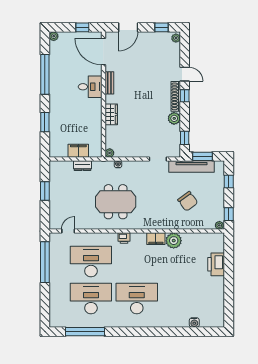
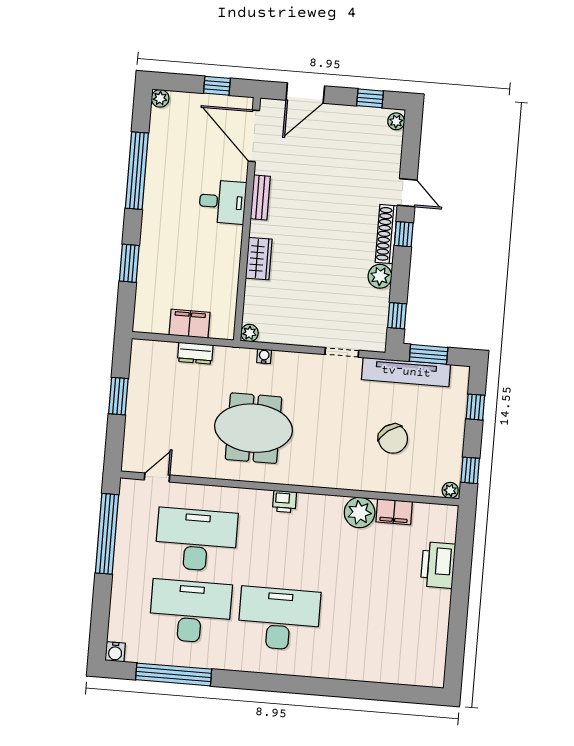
printer: (124, 238) -> (284, 502), moved
filing cabinet: (156, 239) -> (394, 512), moved
water cooler: (194, 322) -> (115, 652), moved

